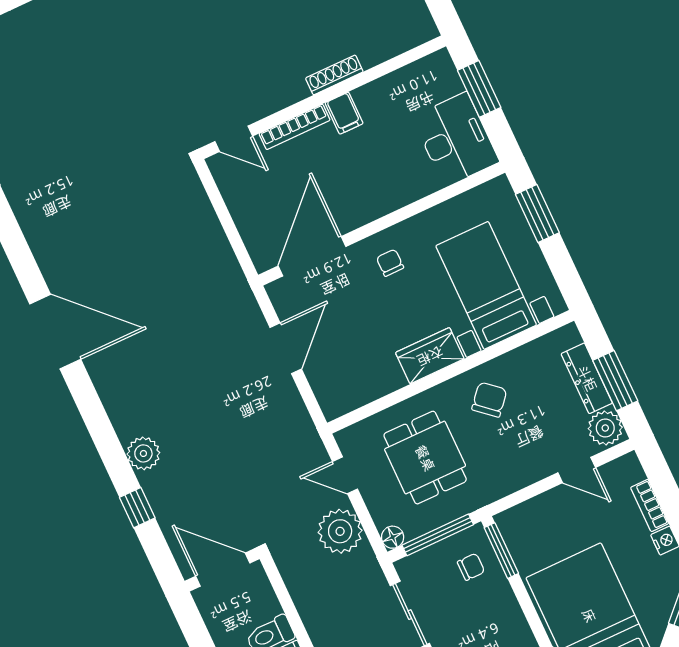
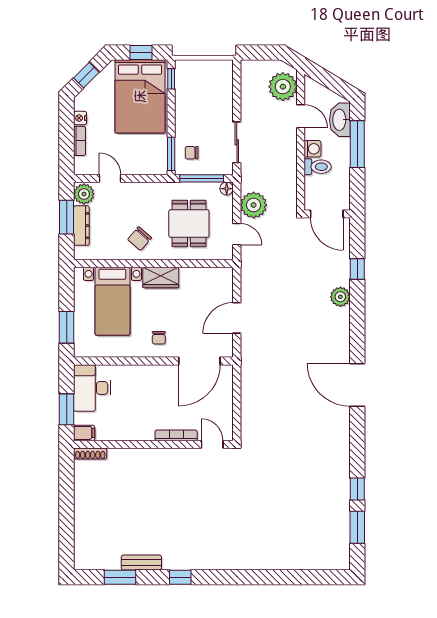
shoe rack: (334, 75) -> (90, 453), moved
filing cabinet: (344, 113) -> (84, 433), moved, turned 90

